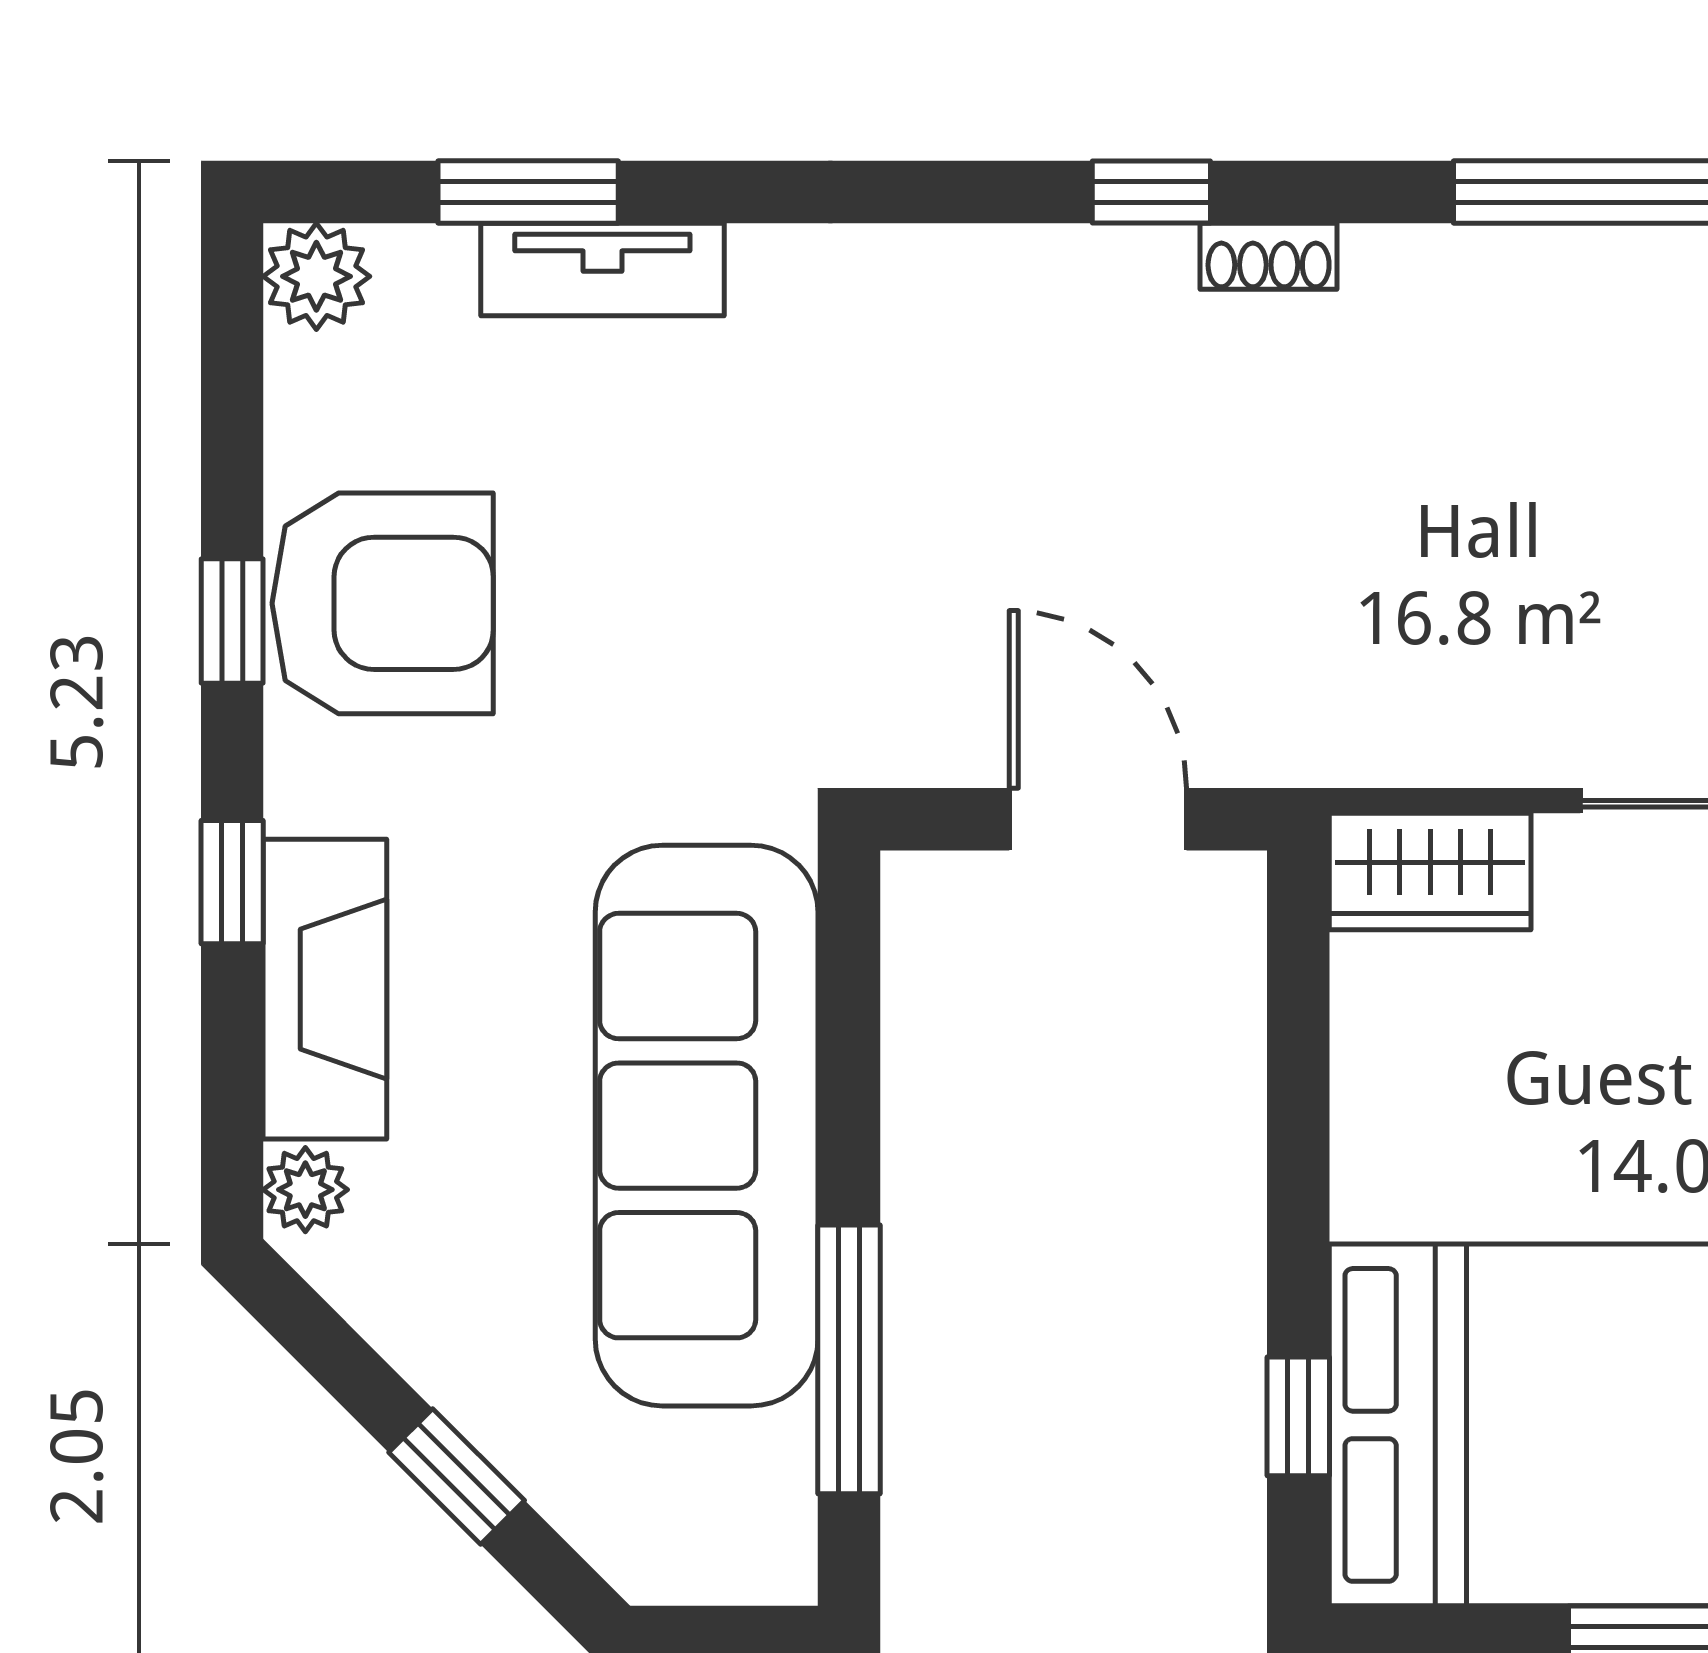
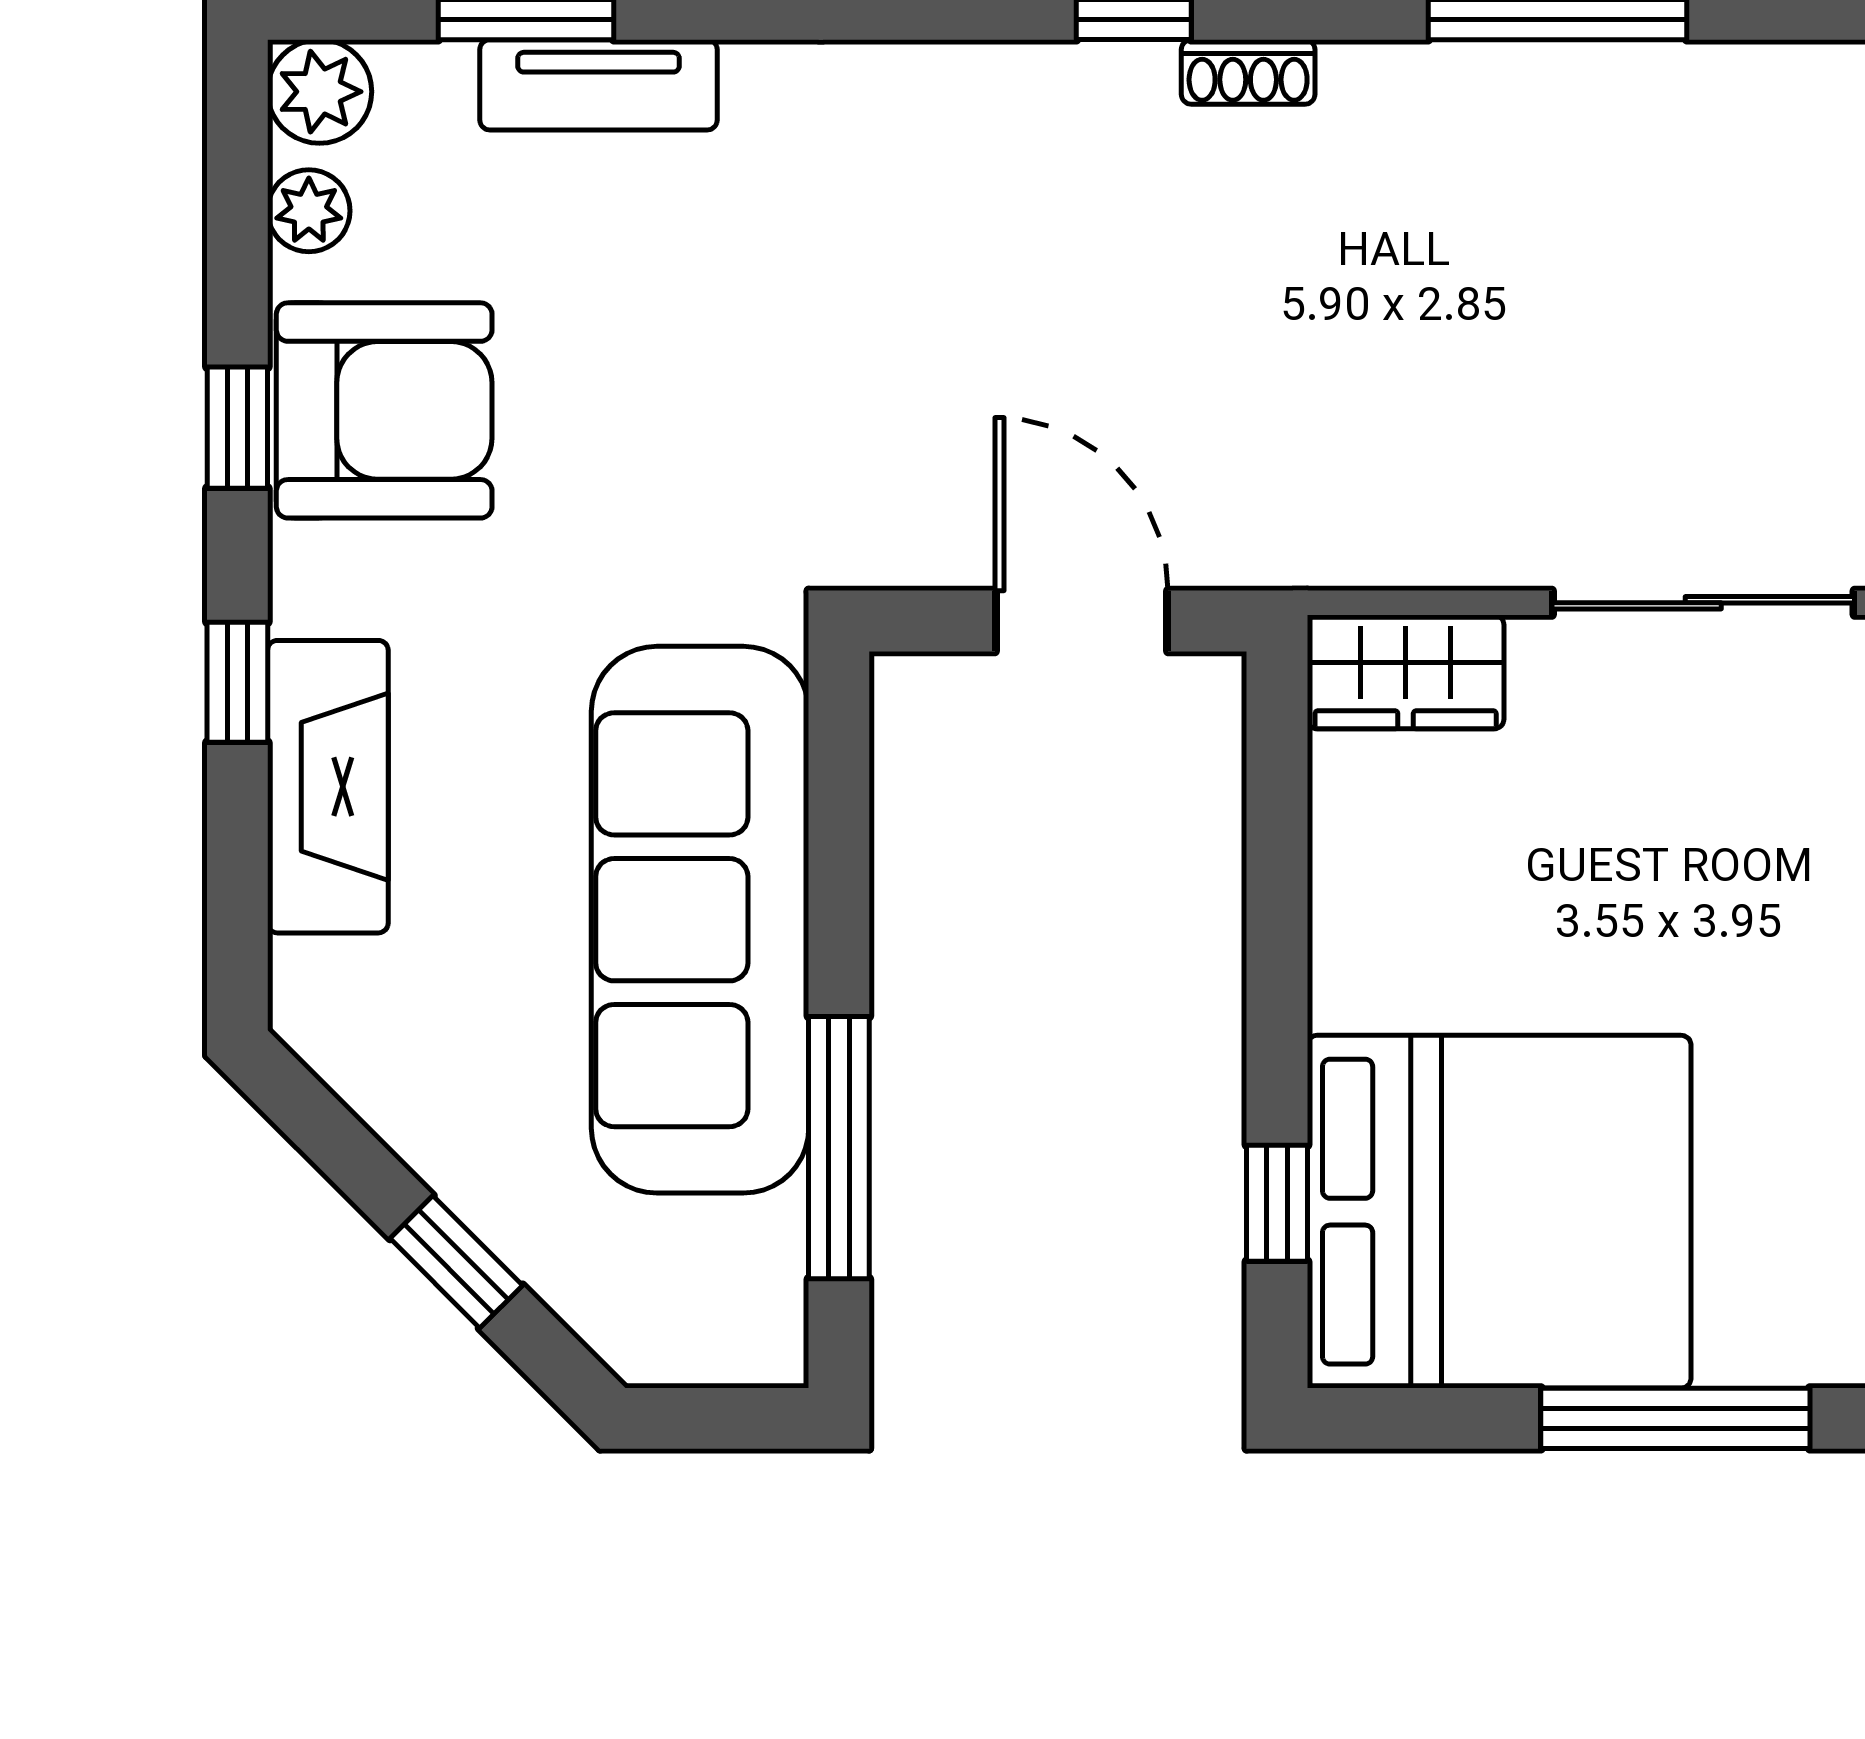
plant: (305, 1190) -> (309, 211), moved

